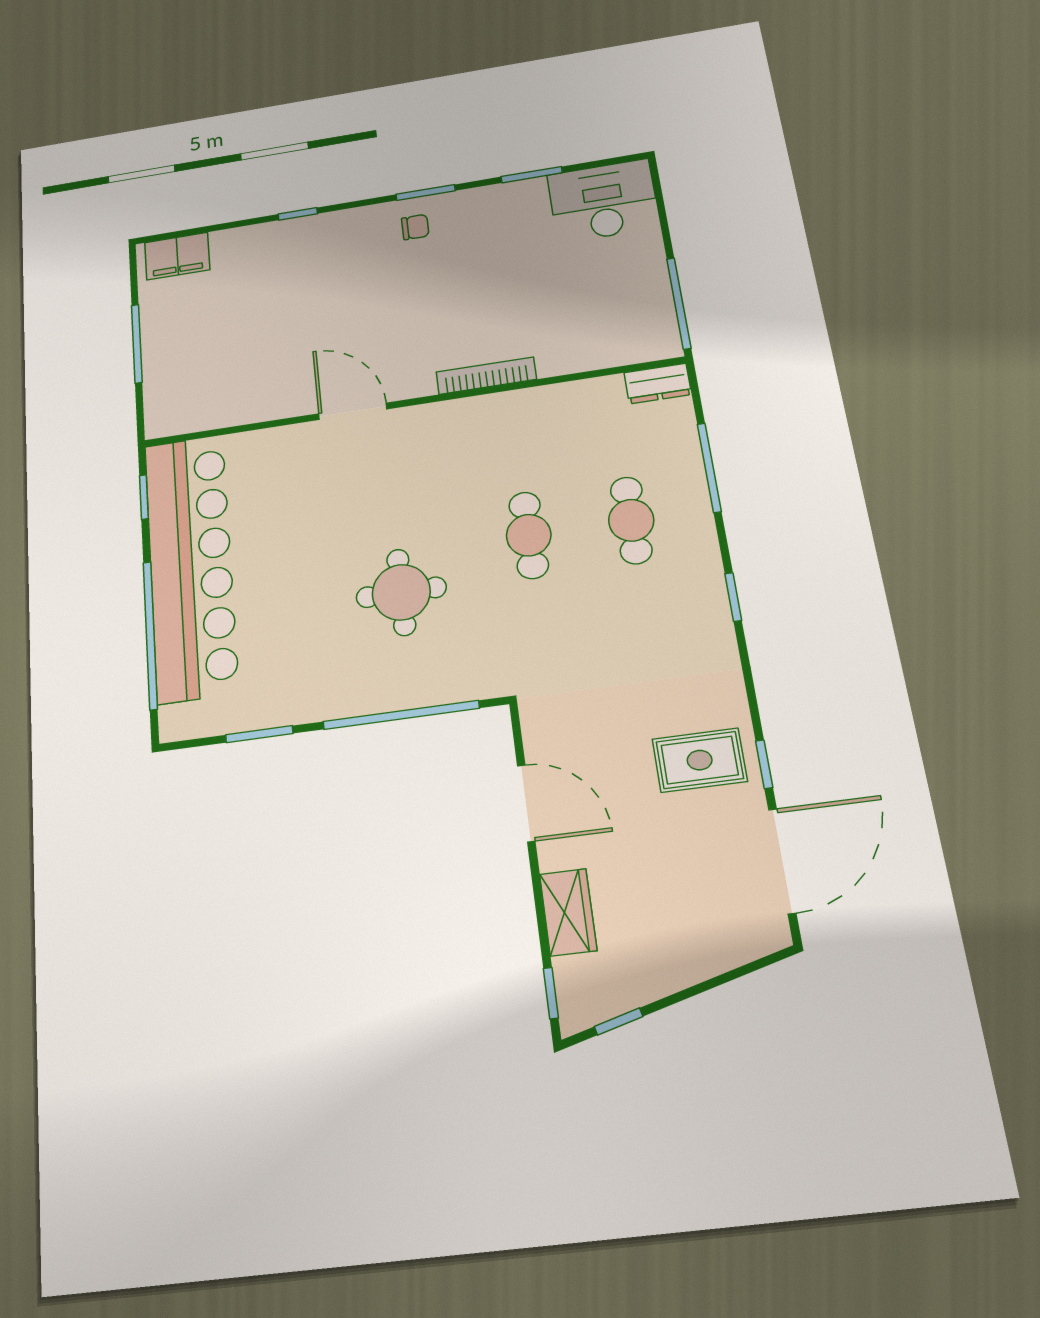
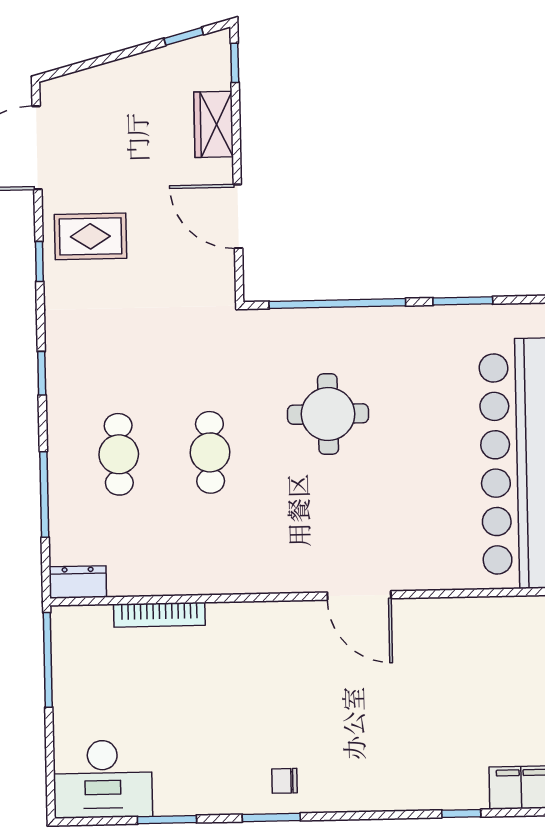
window: (298, 214) -> (461, 813), moved
bookcase: (486, 376) -> (159, 615), moved
window: (764, 764) -> (39, 261), moved

